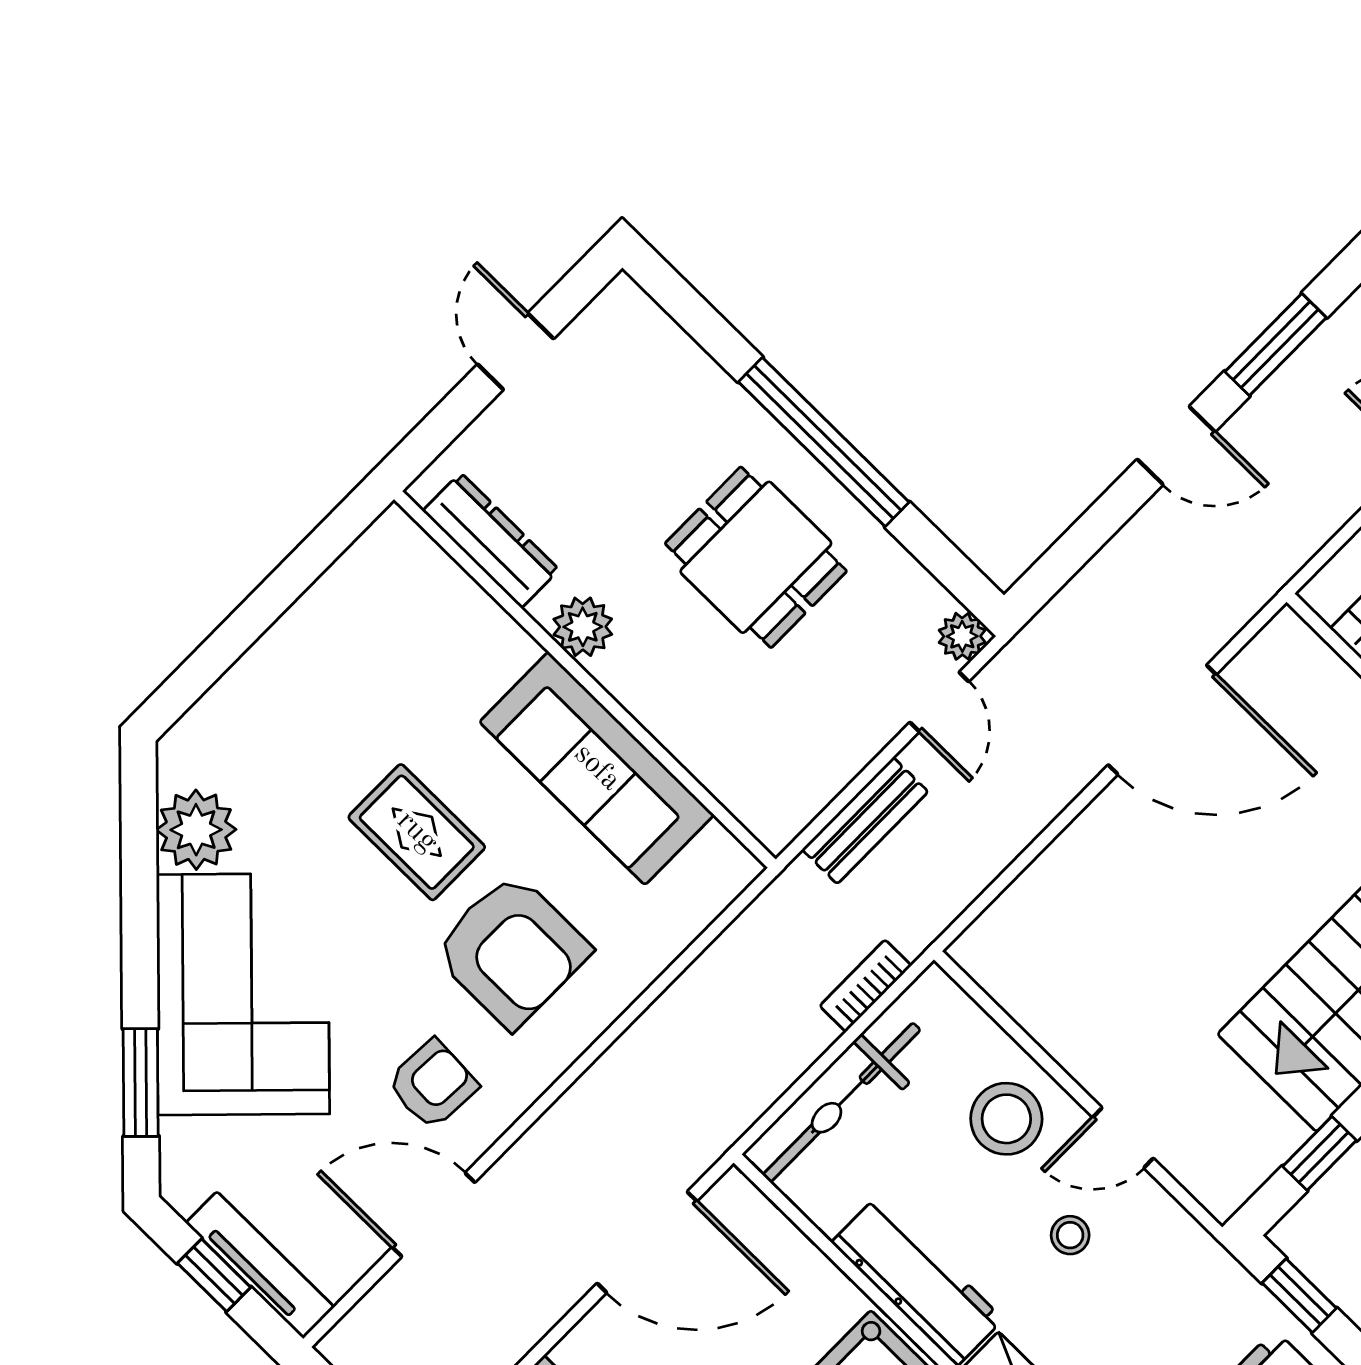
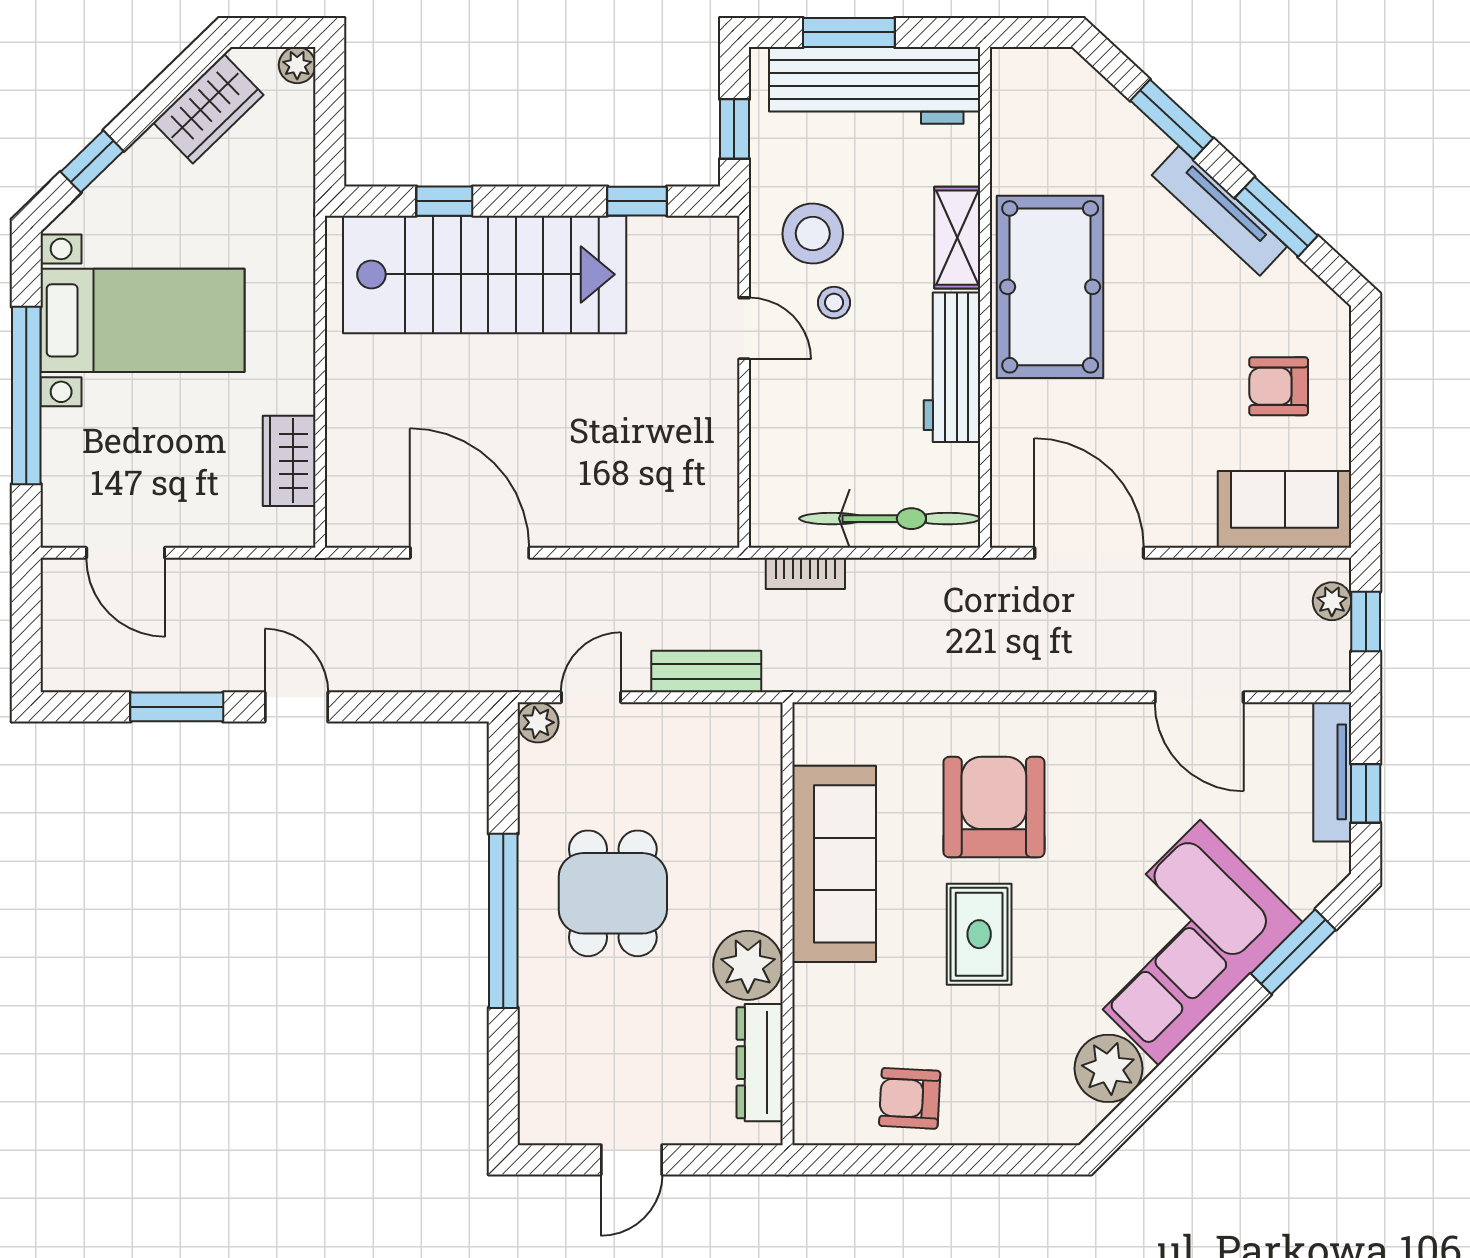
plant: (583, 627) -> (748, 965), width x1.36, depth x1.36
armchair: (432, 1084) -> (910, 1098), moved
stool: (1006, 1119) -> (813, 234), moved

